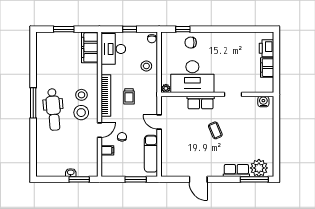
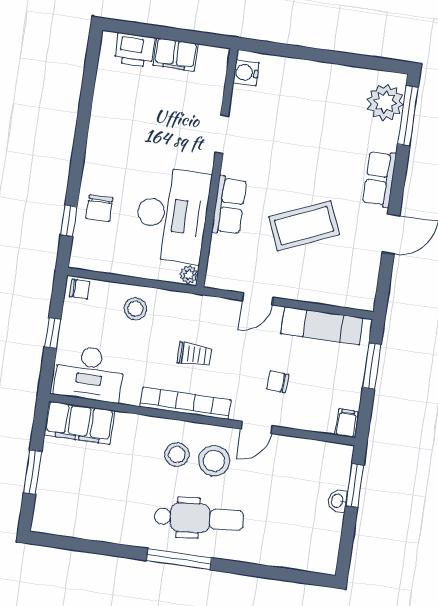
door: (99, 130) -> (257, 427), swing flipped
coffee table: (215, 130) -> (304, 226), moved, width x1.86, depth x1.72
filing cabinet: (107, 150) -> (347, 423), moved
row of seats: (236, 171) -> (380, 179), moved

